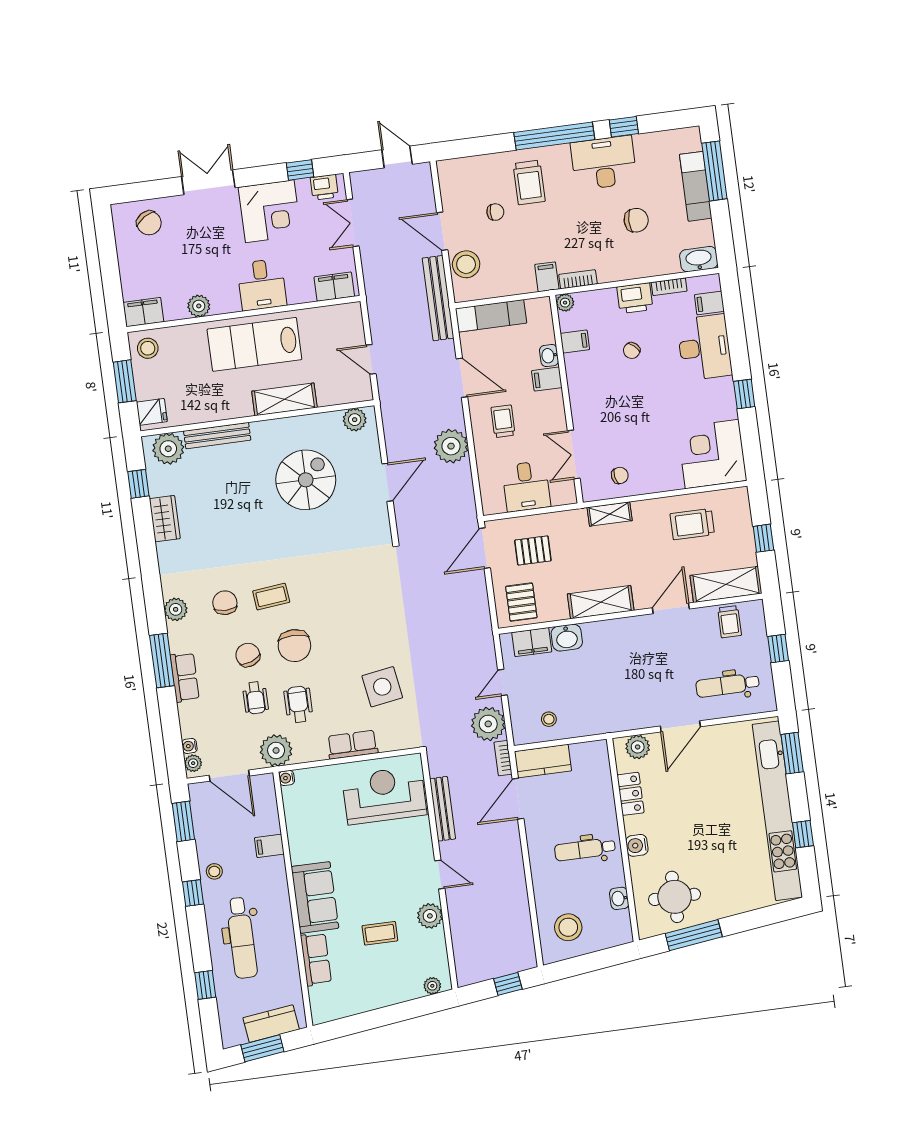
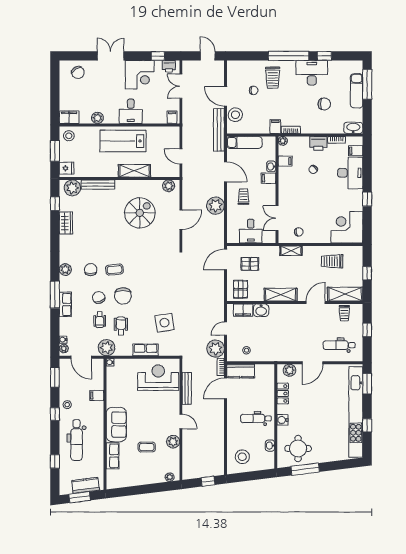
filing cabinet: (334, 287) -> (172, 117), width x0.50

